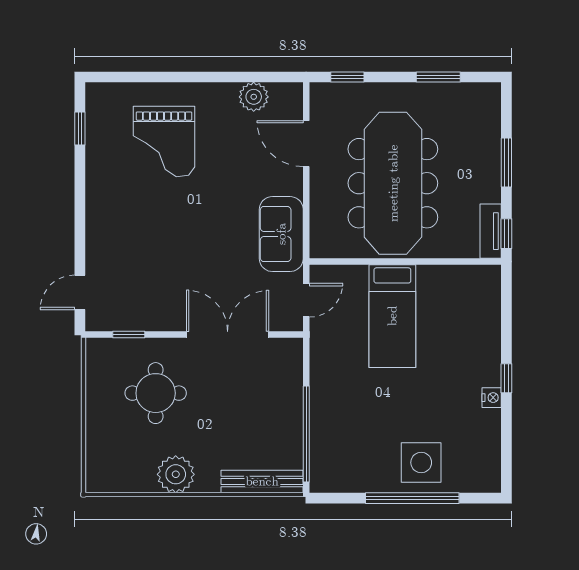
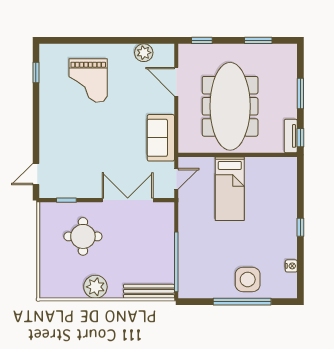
nightstand: (492, 398) -> (291, 266), moved

